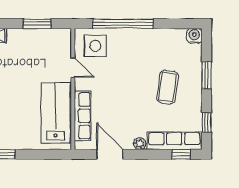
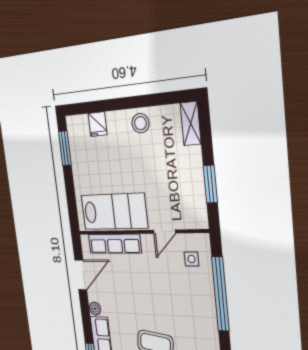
side table: (95, 46) -> (192, 259), width x0.54, depth x0.54

